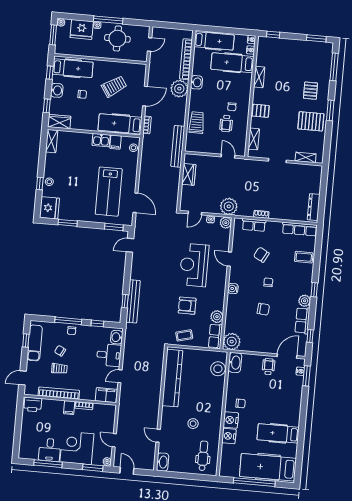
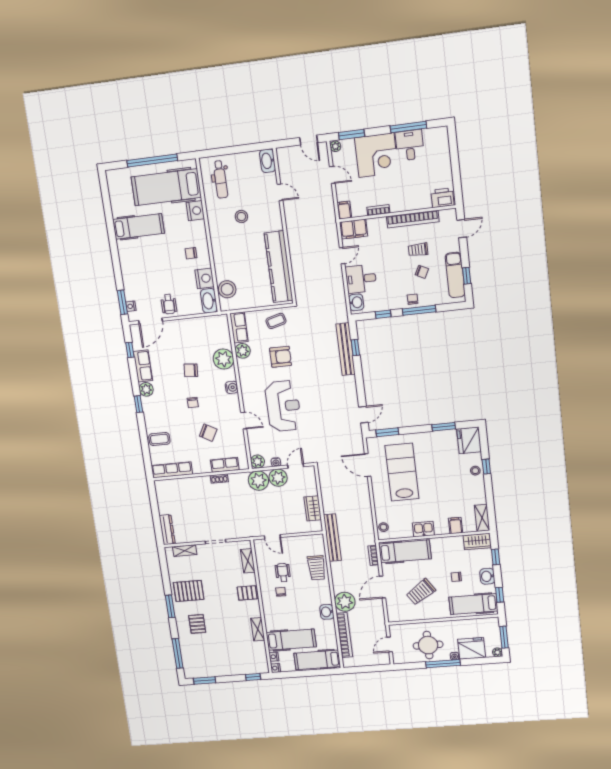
filing cabinet: (115, 142) -> (456, 526), moved
plant: (212, 206) -> (278, 478), added
dresser: (314, 207) -> (167, 530), moved
plant: (232, 342) -> (223, 359), moved
filing cabinet: (69, 408) -> (344, 210), moved
nightstand: (231, 420) -> (205, 278), moved
hospital bed: (268, 467) -> (166, 187), moved, turned 180

